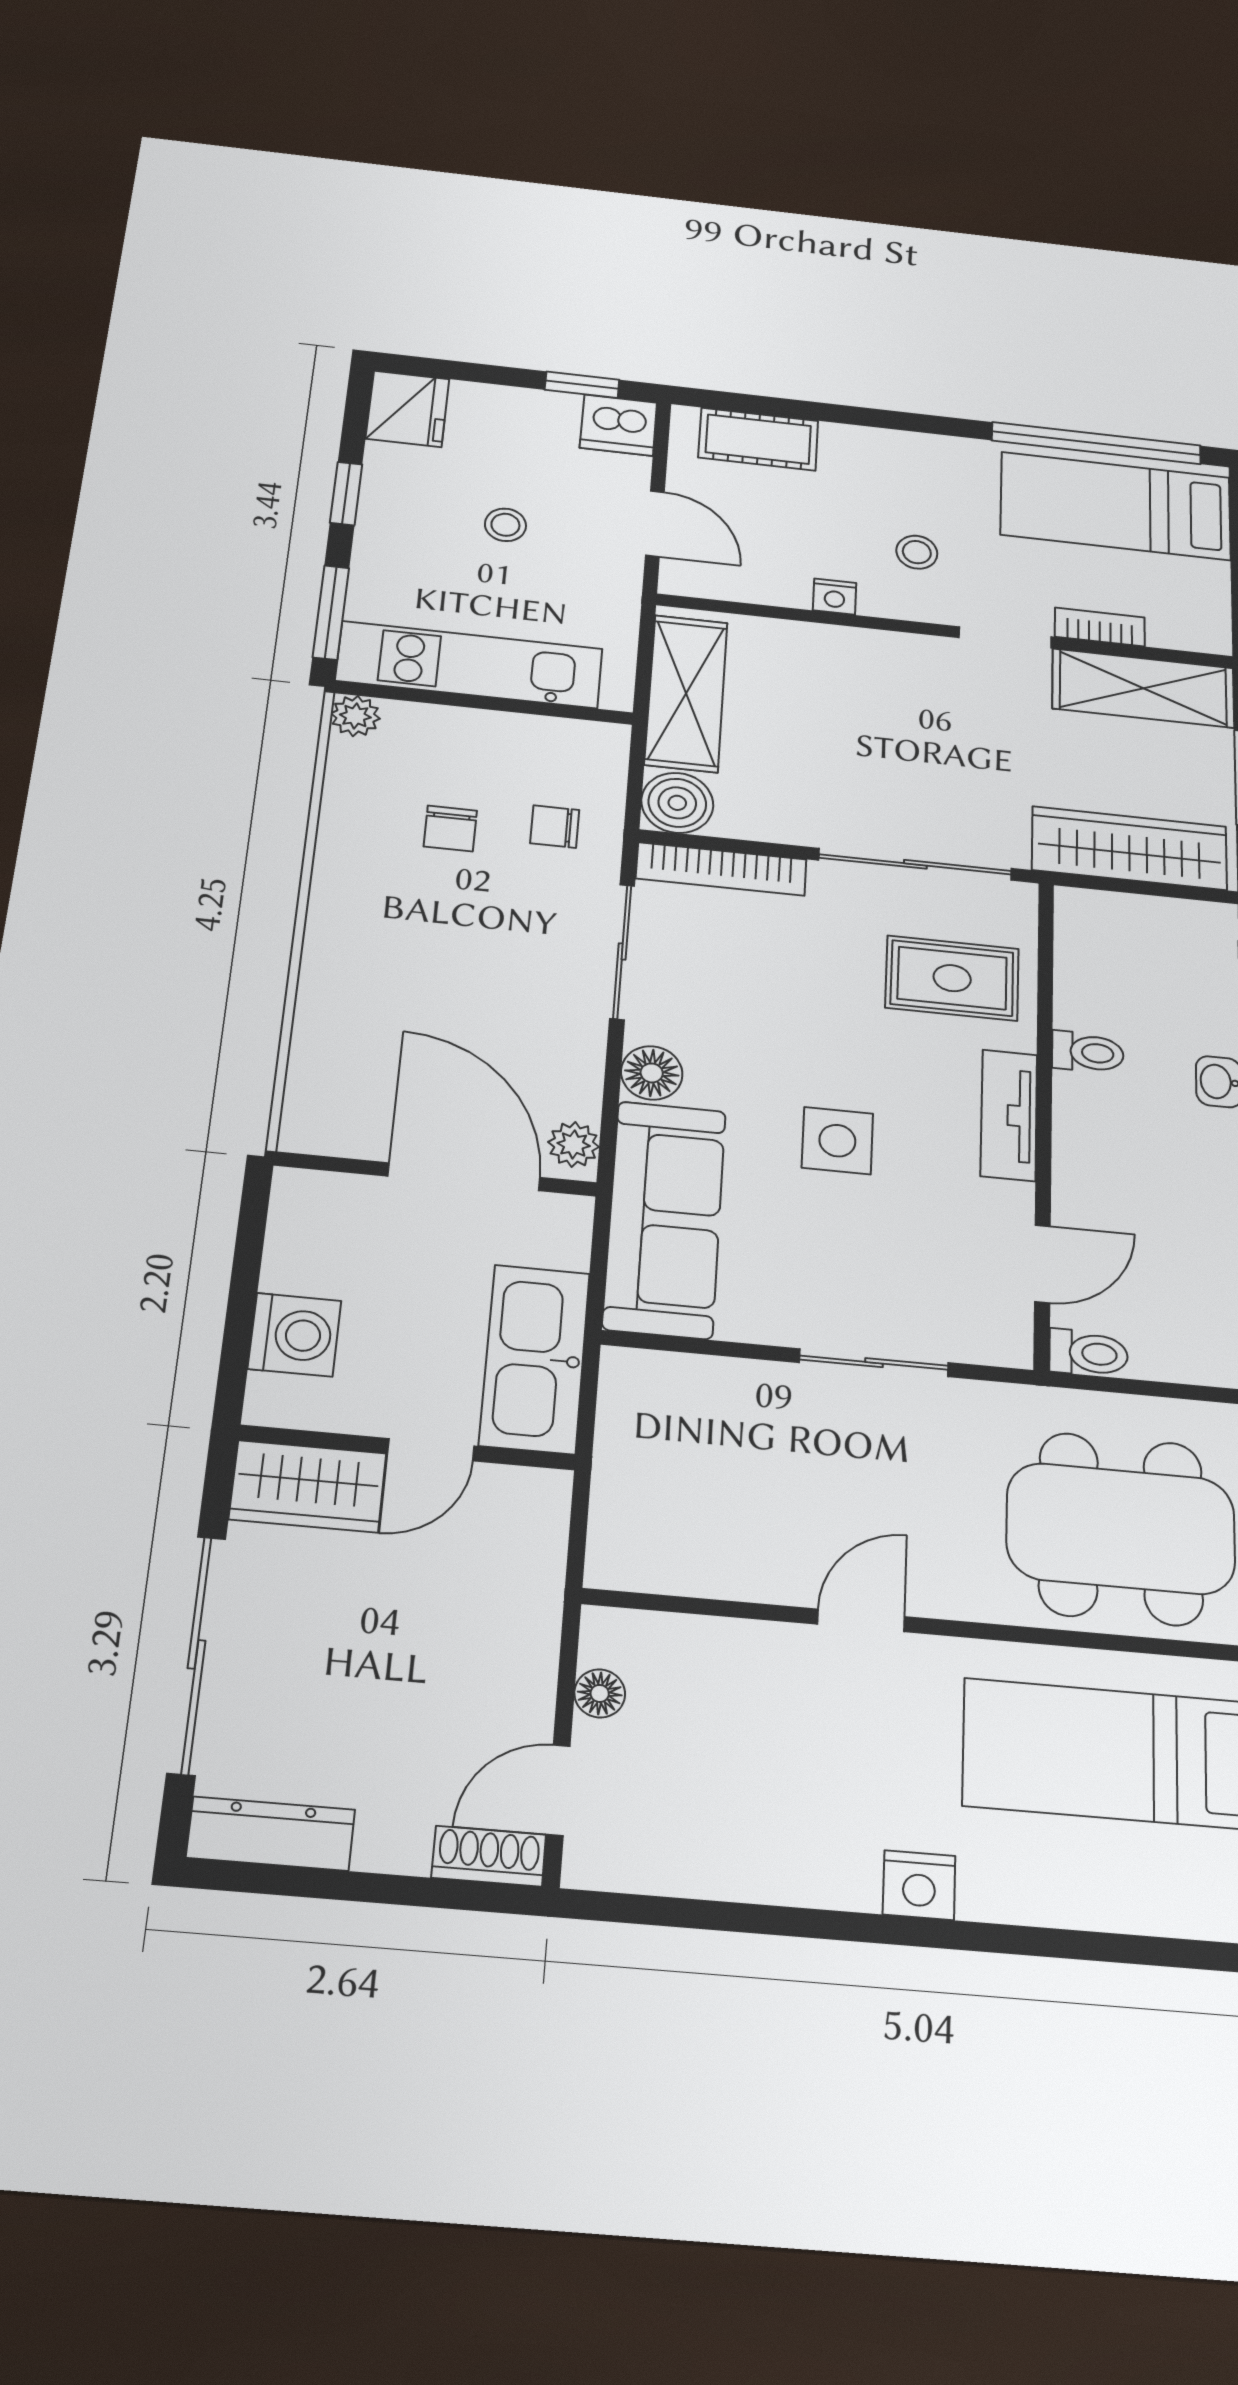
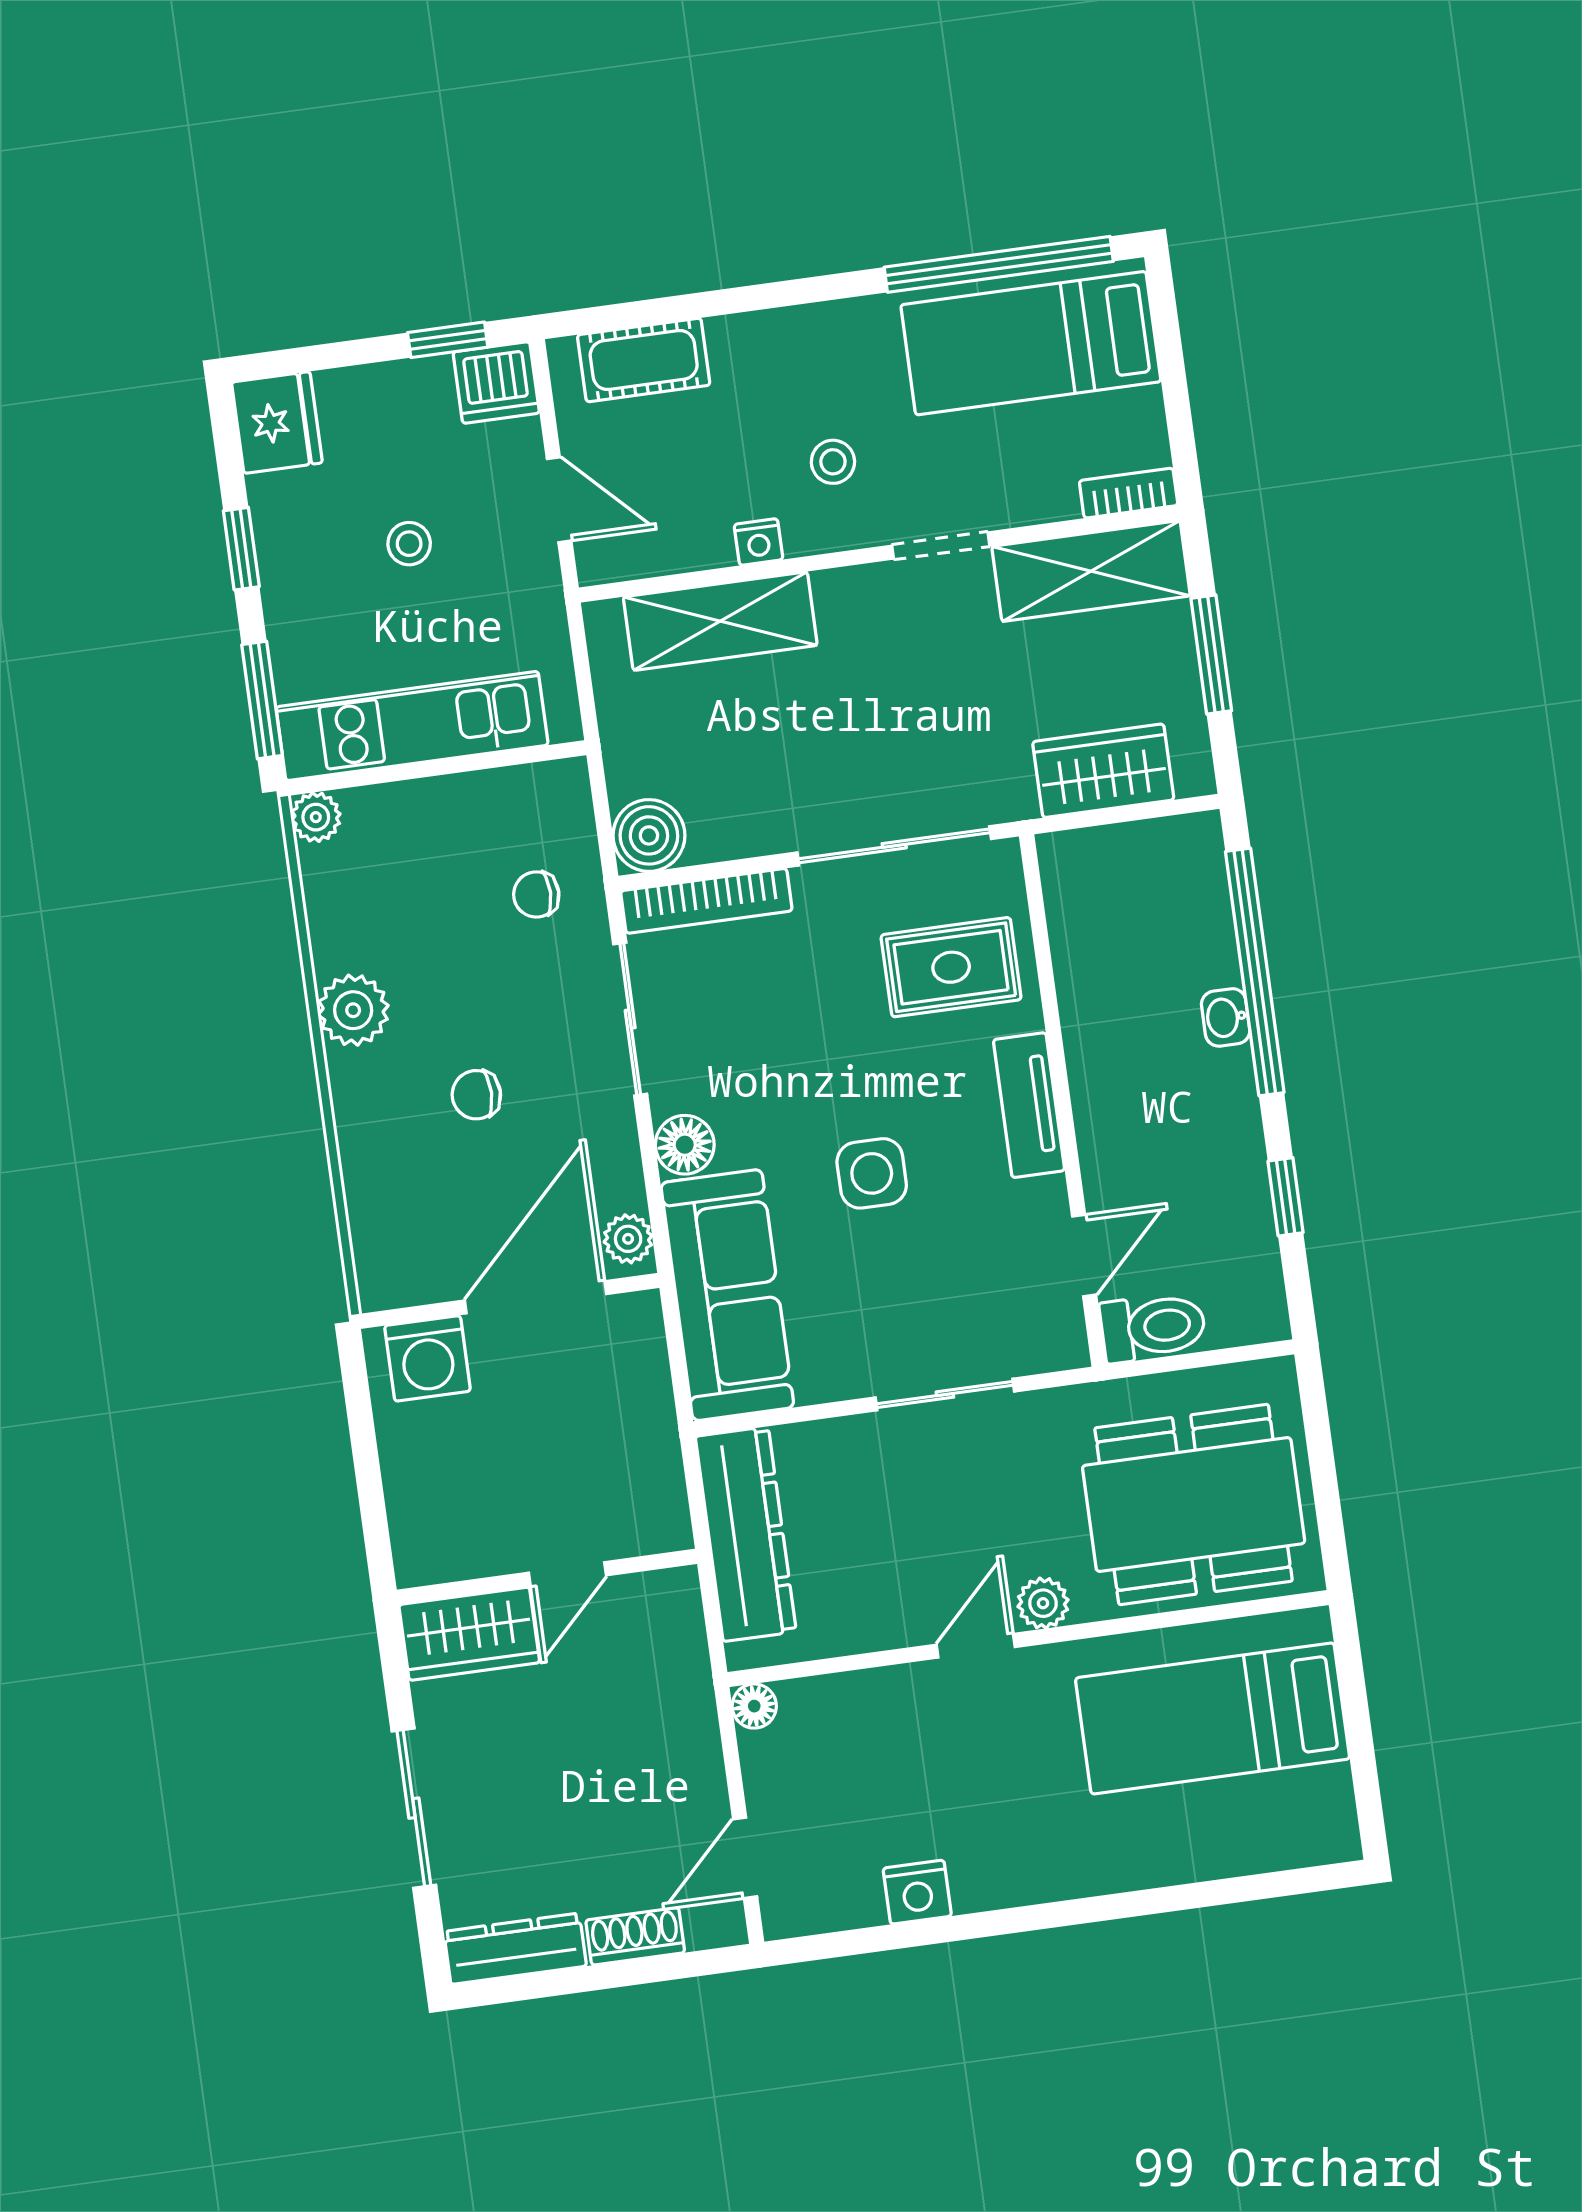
bookcase: (1100, 627) -> (1129, 493), moved
shelving: (686, 693) -> (720, 621), moved, turned 90
chair: (450, 828) -> (476, 1095), moved, turned 90
wardrobe: (1129, 848) -> (1103, 771), width x0.67
plant: (346, 883) -> (353, 1010), added
toilet: (1088, 1052) -> (1094, 1017), removed
door: (464, 1177) -> (536, 1297), hinge flipped
washing machine: (295, 1335) -> (428, 1358), moved, turned 90
toilet: (1089, 1353) -> (1153, 1327), width x1.37, depth x1.39
kitchen sink: (535, 1359) -> (639, 1464), removed
dresser: (633, 1452) -> (746, 1534), added
plant: (942, 1593) -> (1043, 1603), added
sliding door: (196, 1654) -> (414, 1808), width x0.73
floor lamp: (600, 1693) -> (754, 1706), moved
shoe rack: (489, 1856) -> (635, 1936), moved
nightstand: (919, 1885) -> (917, 1892), moved

